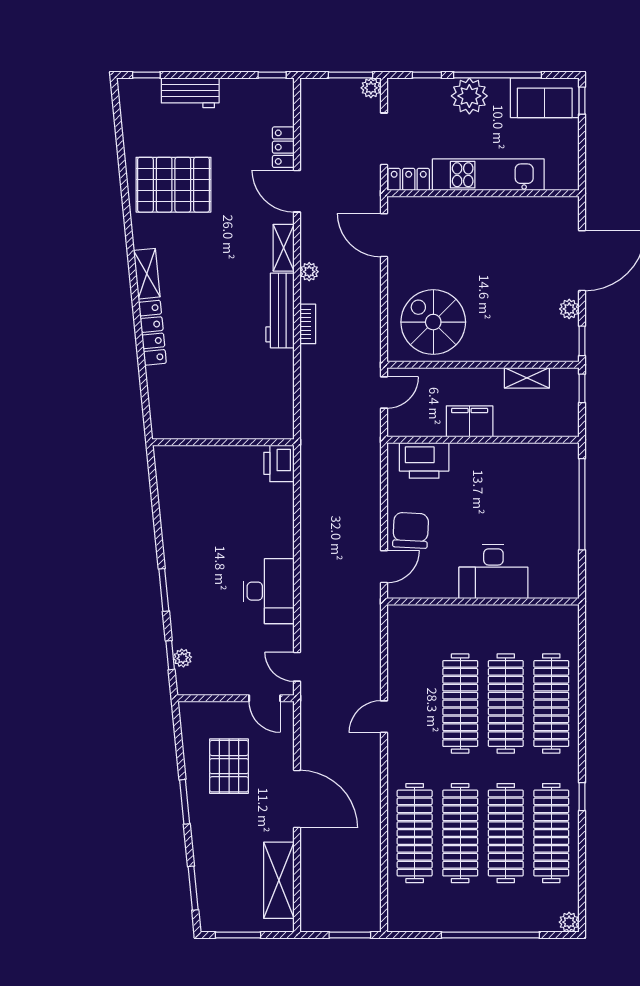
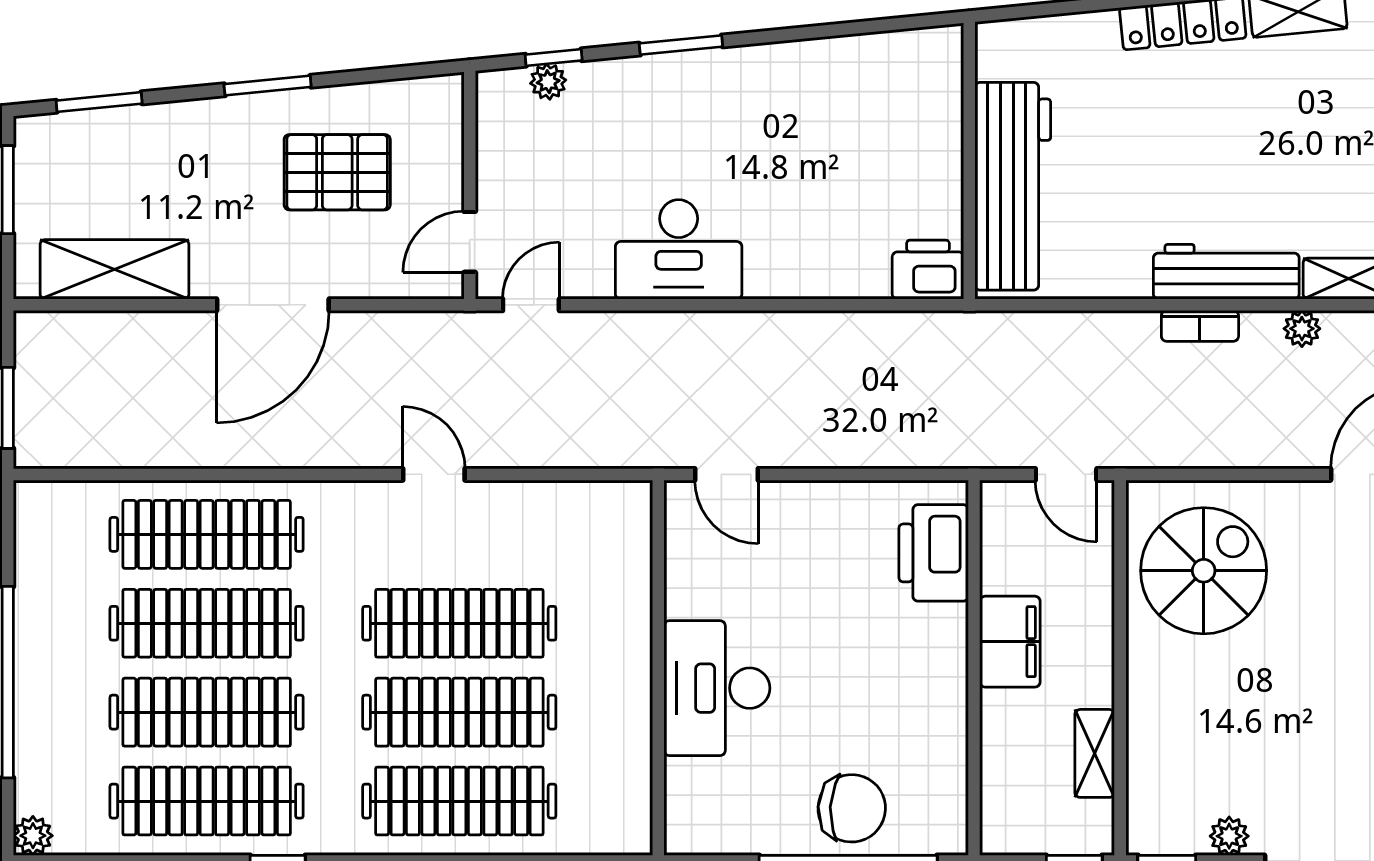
workbench: (236, 420) -> (1013, 186), added
chair: (411, 530) -> (852, 808), moved

